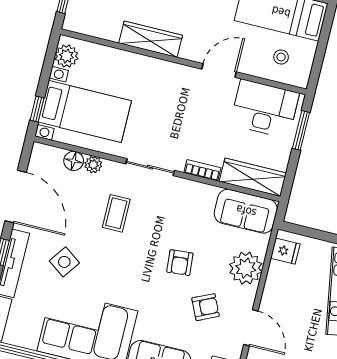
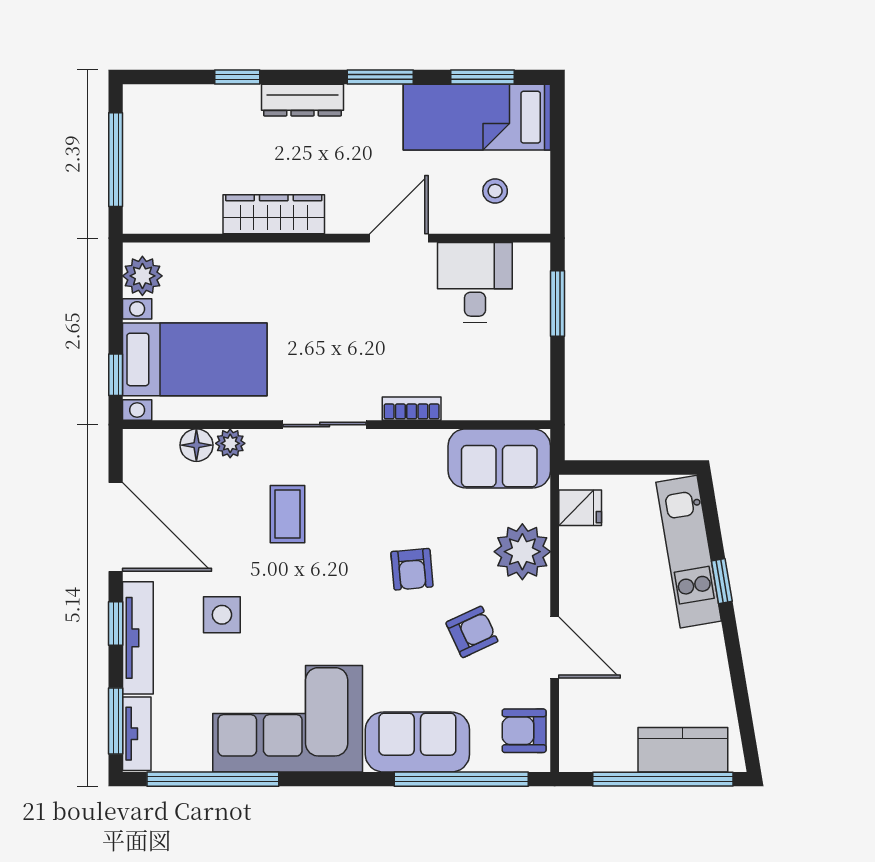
desk: (265, 109) -> (475, 283), width x0.73
wardrobe: (253, 177) -> (497, 400), removed
side table: (64, 262) -> (222, 615), turned -36

